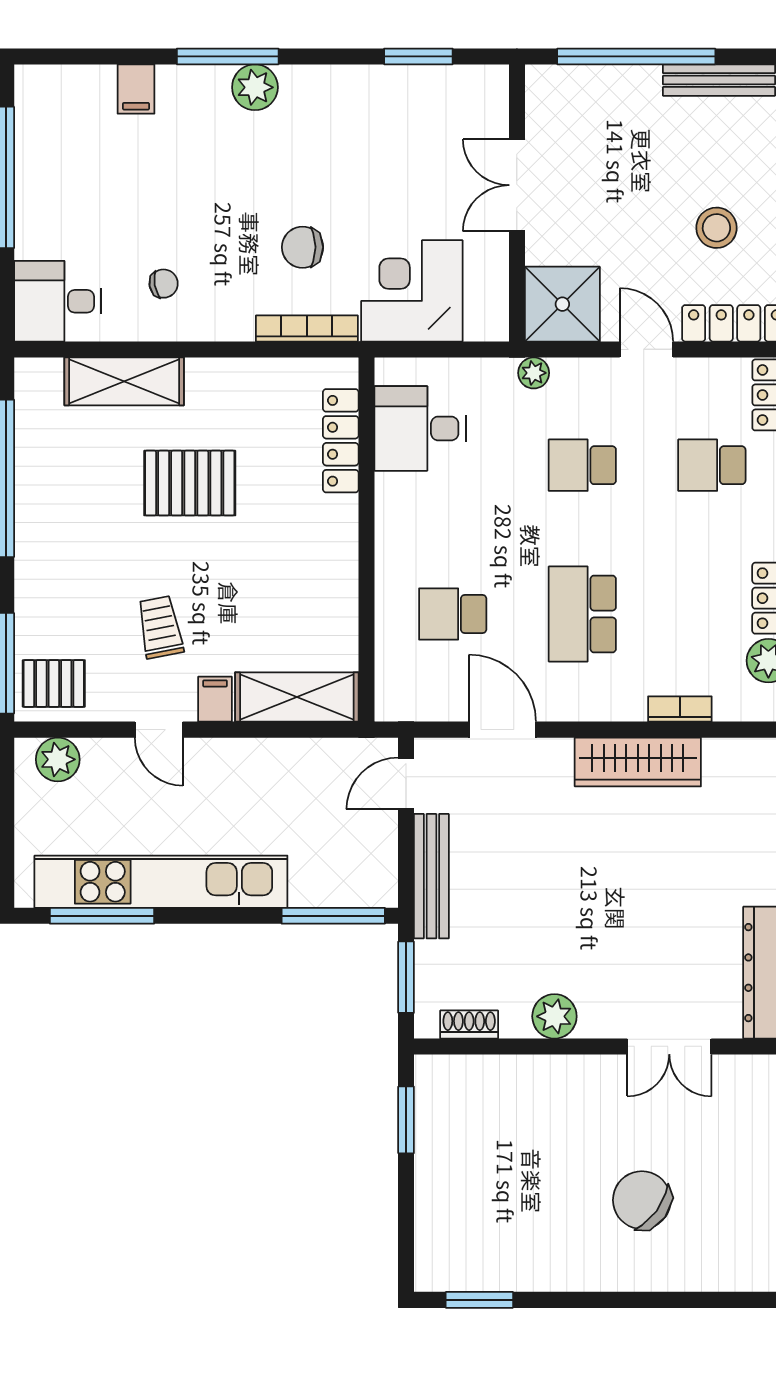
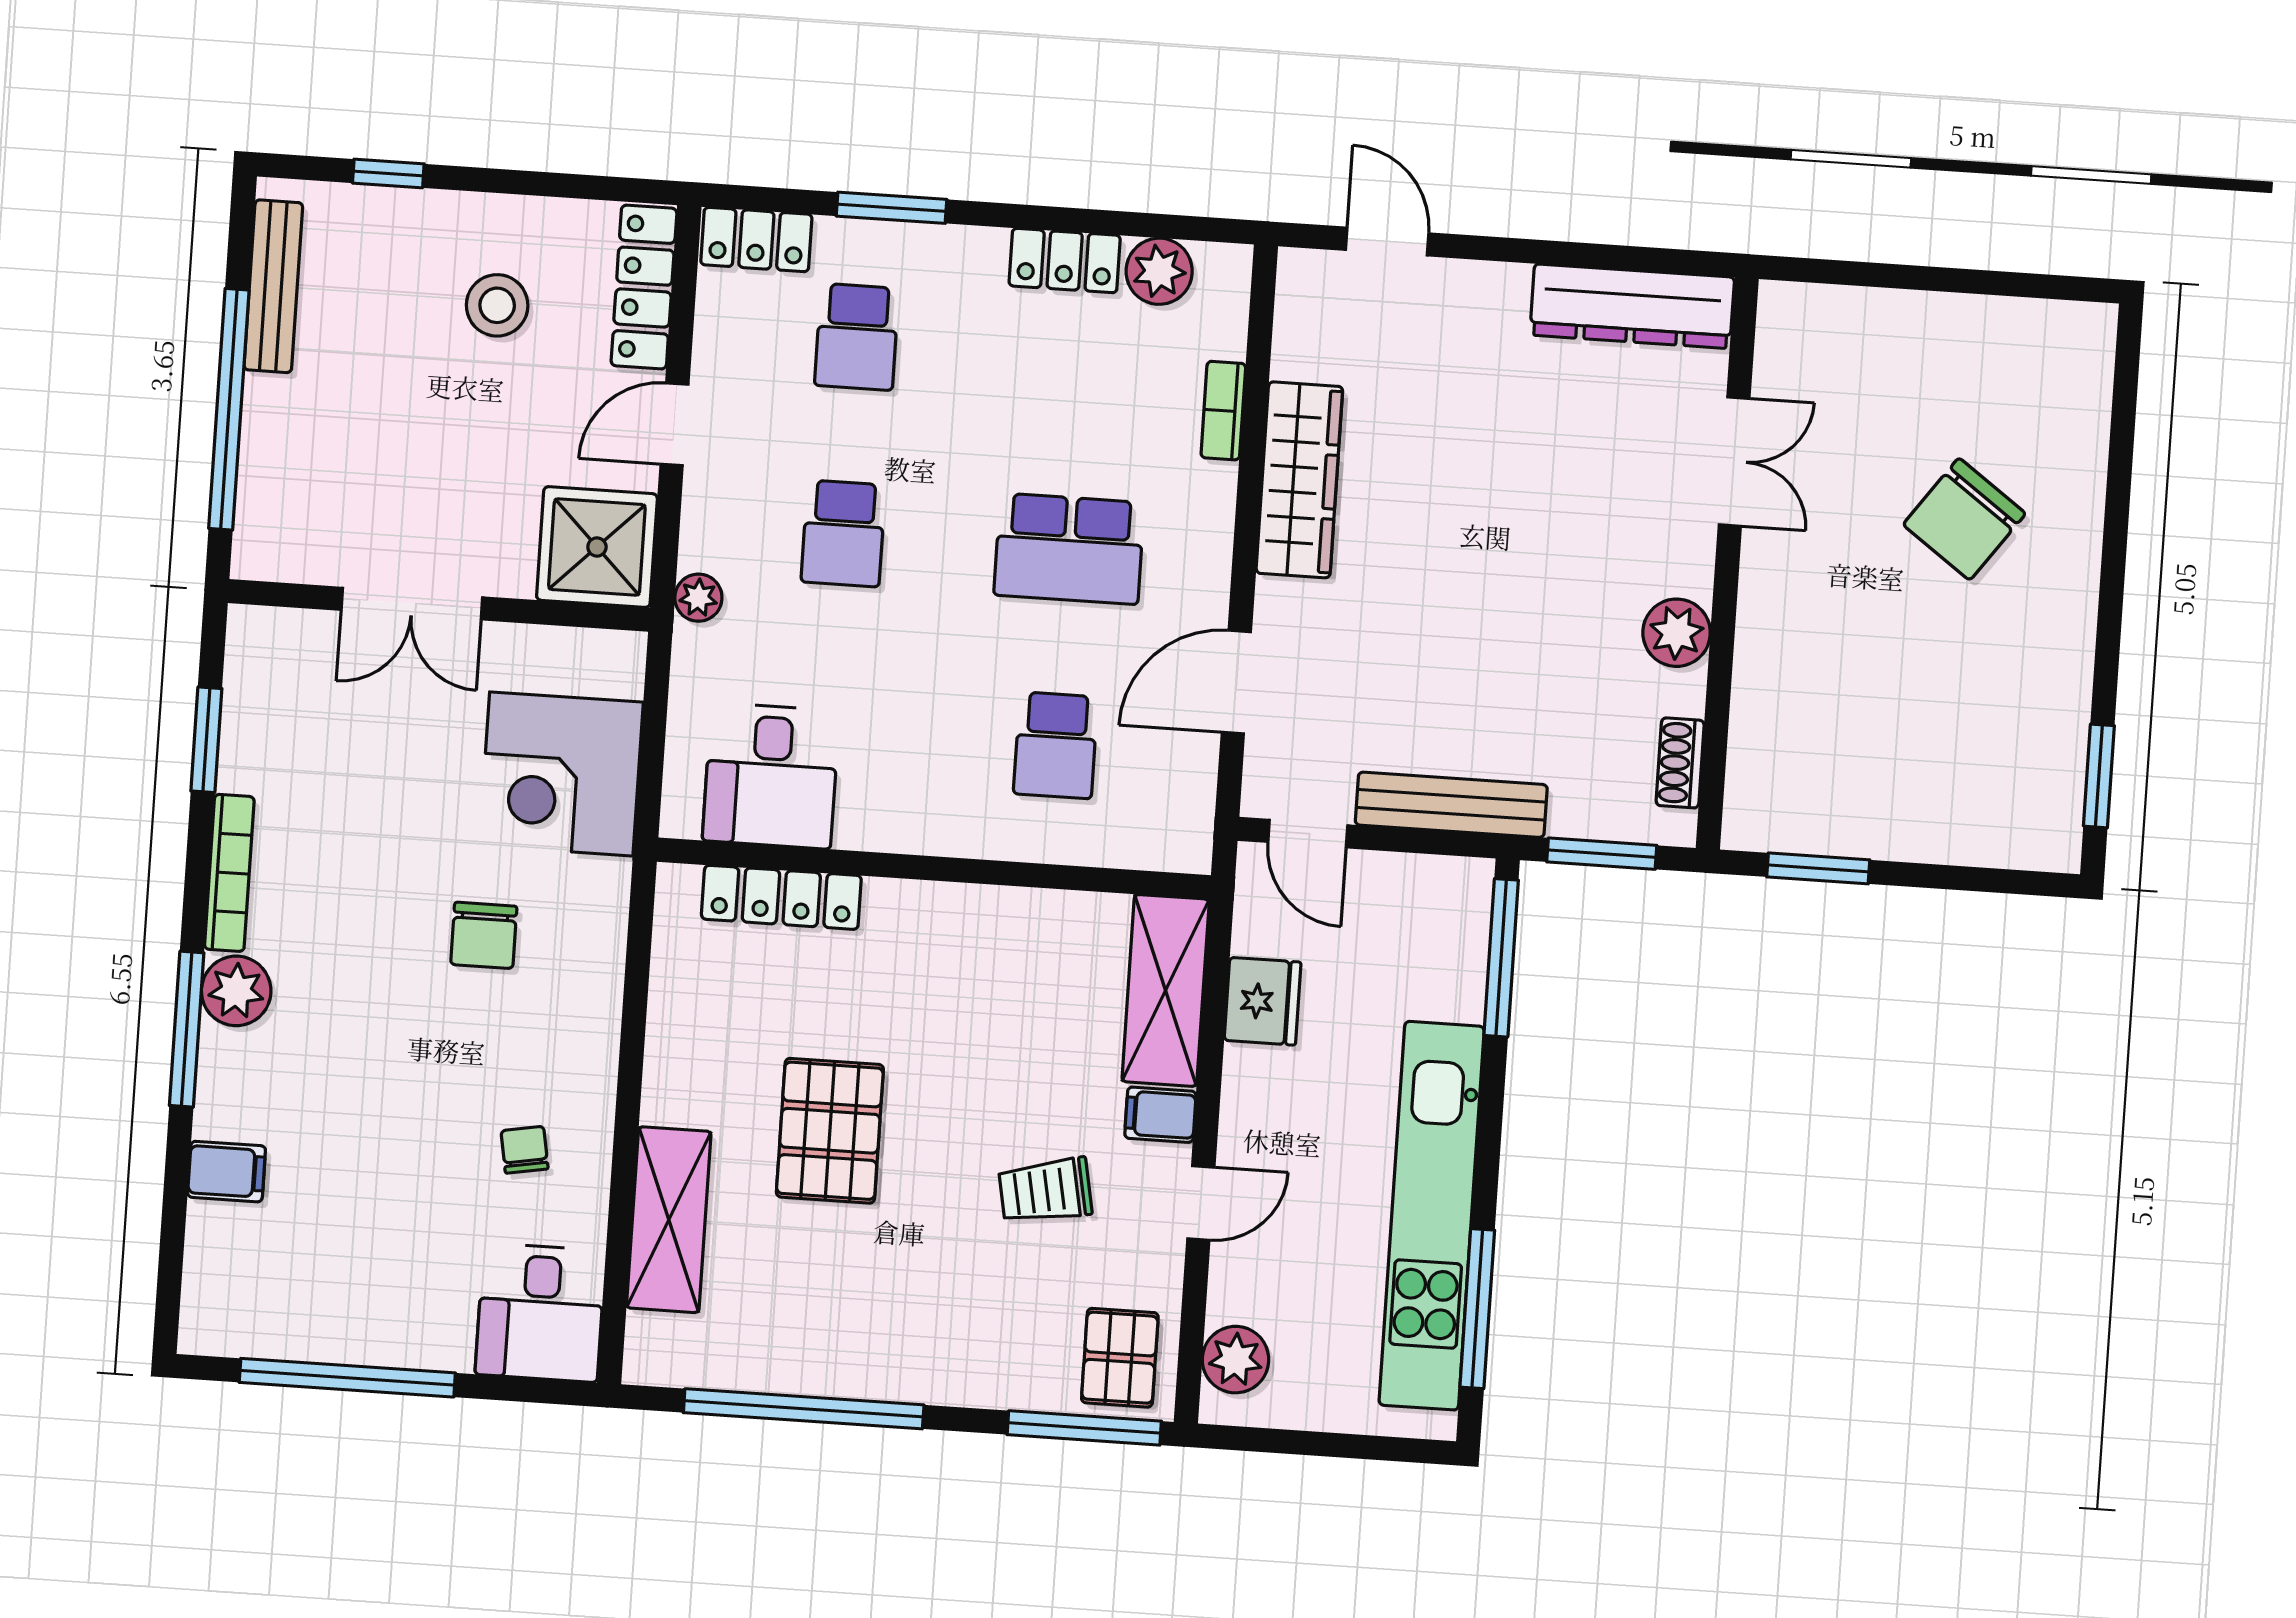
bookcase: (307, 328) -> (229, 873), moved, turned 180
fridge: (294, 761) -> (1263, 1001), added

